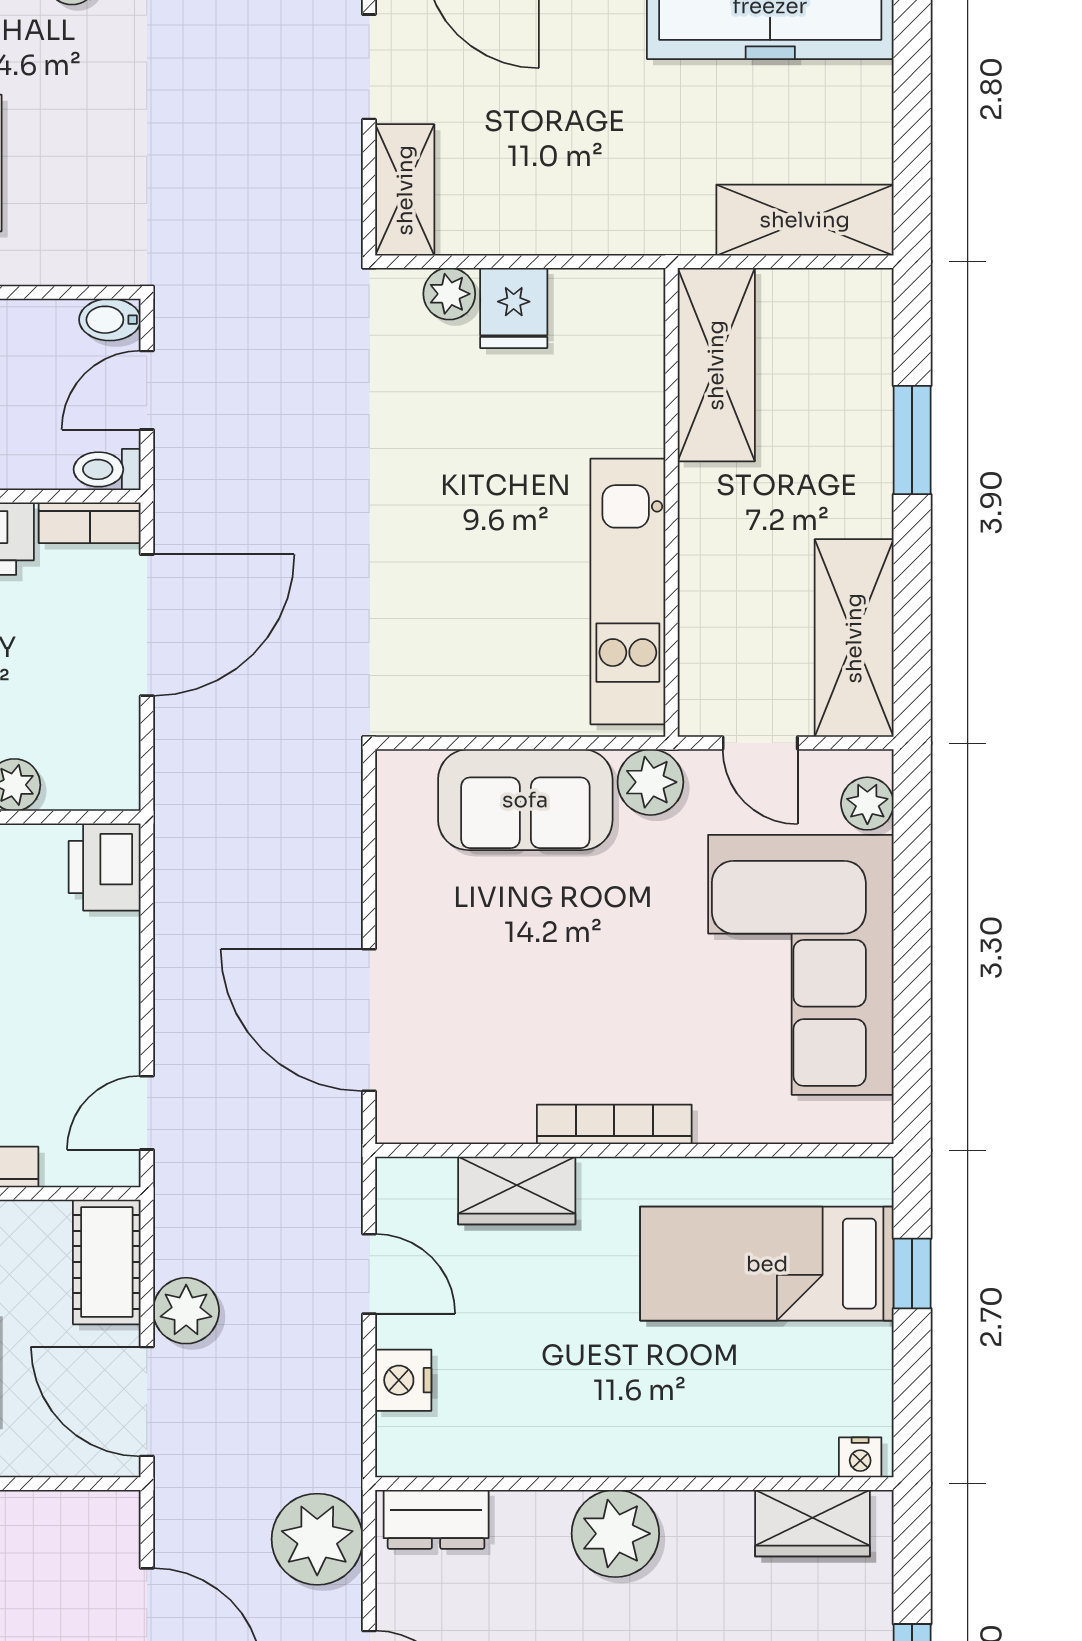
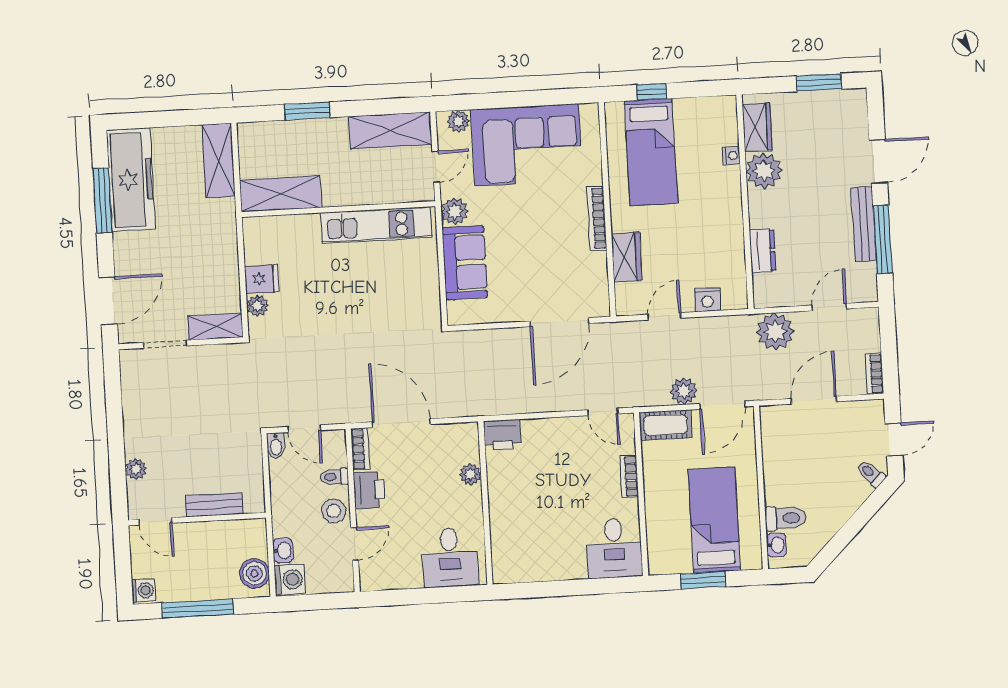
toilet: (107, 469) -> (334, 477), moved, turned 90
nightstand: (860, 1457) -> (732, 156), moved
dresser: (436, 1519) -> (762, 251), moved
plant: (615, 1534) -> (764, 171), moved

